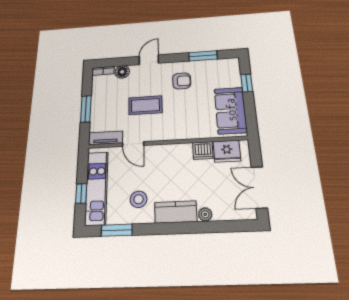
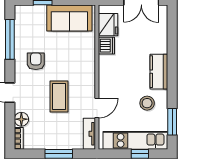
window: (203, 56) -> (10, 39), width x1.44
plant: (205, 214) -> (162, 47), removed

